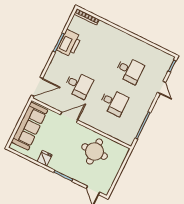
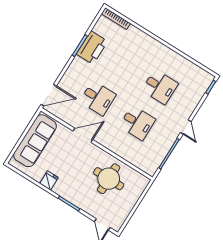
door: (162, 87) -> (186, 127), moved

